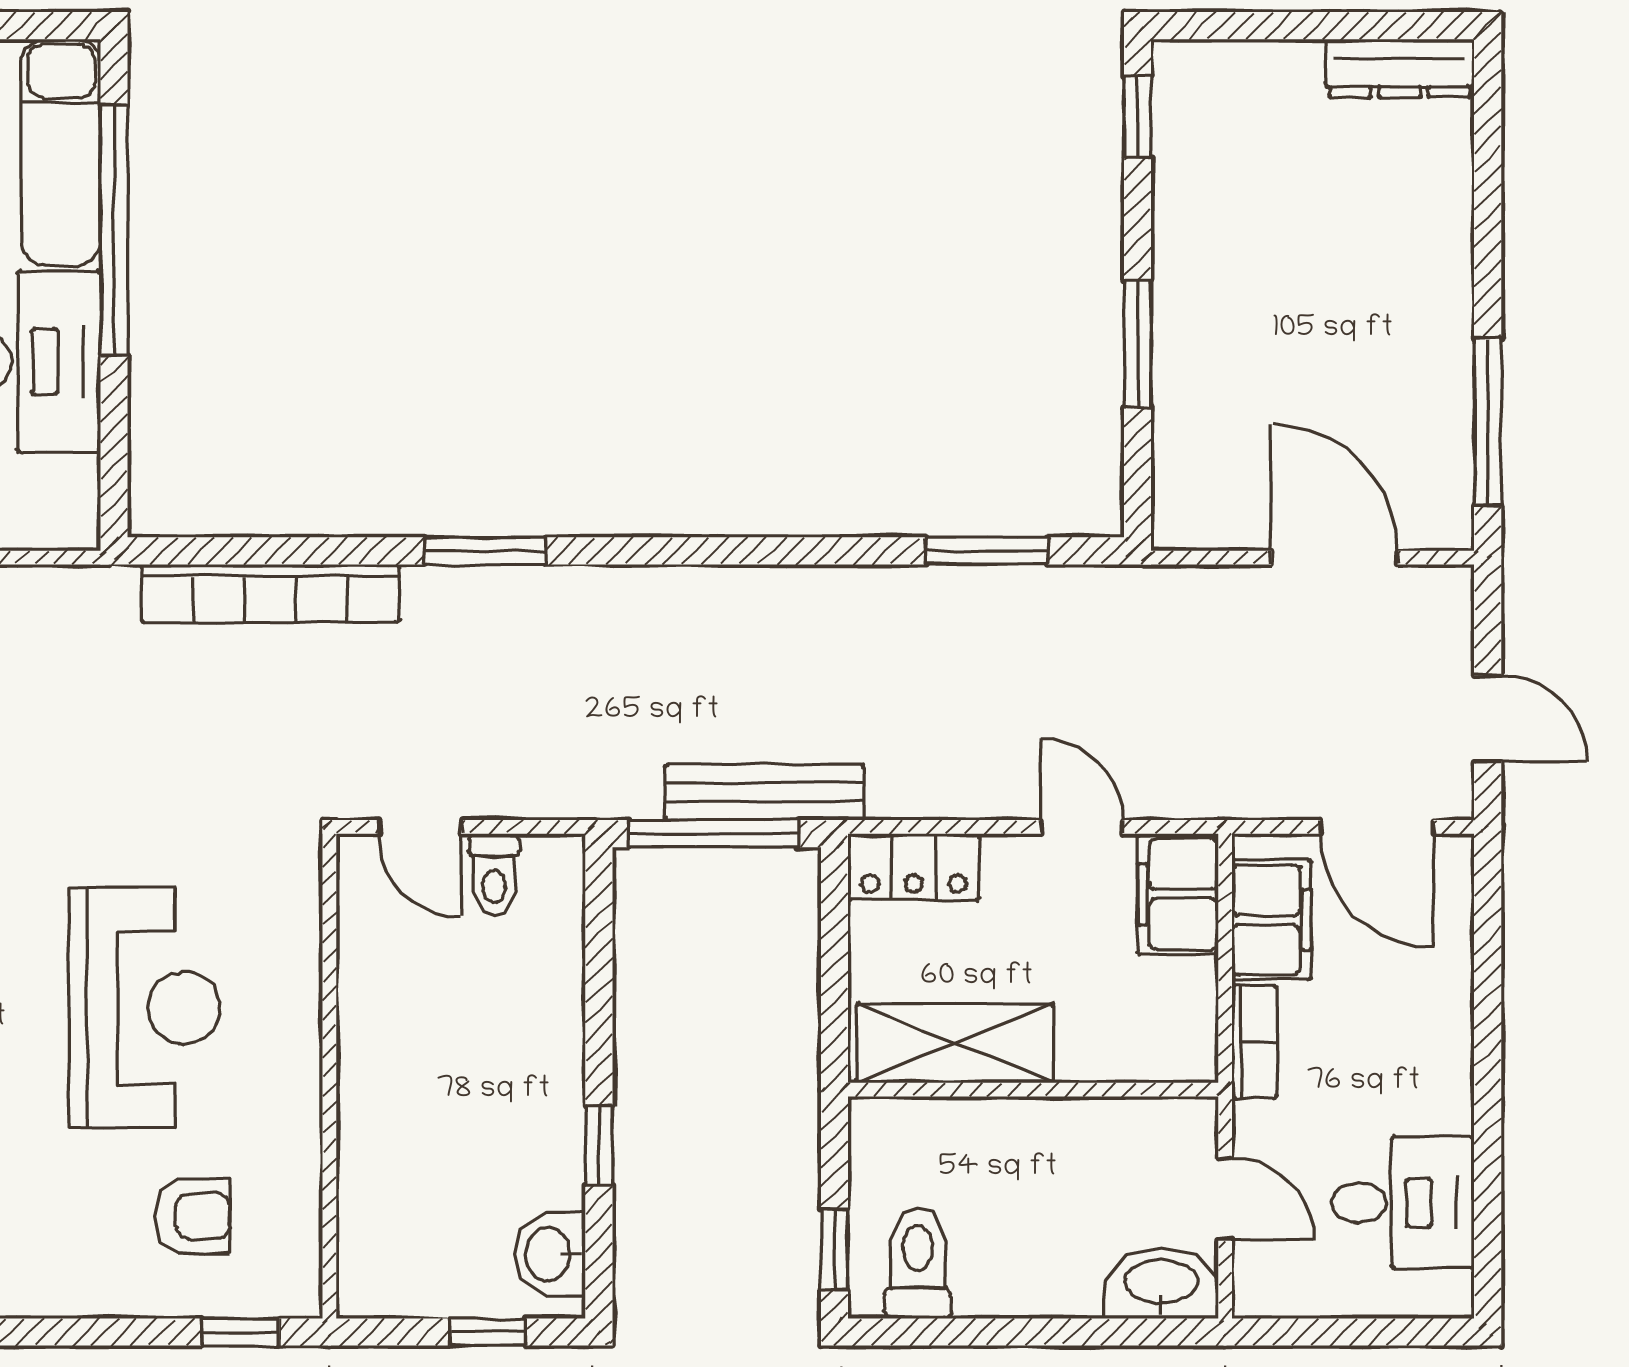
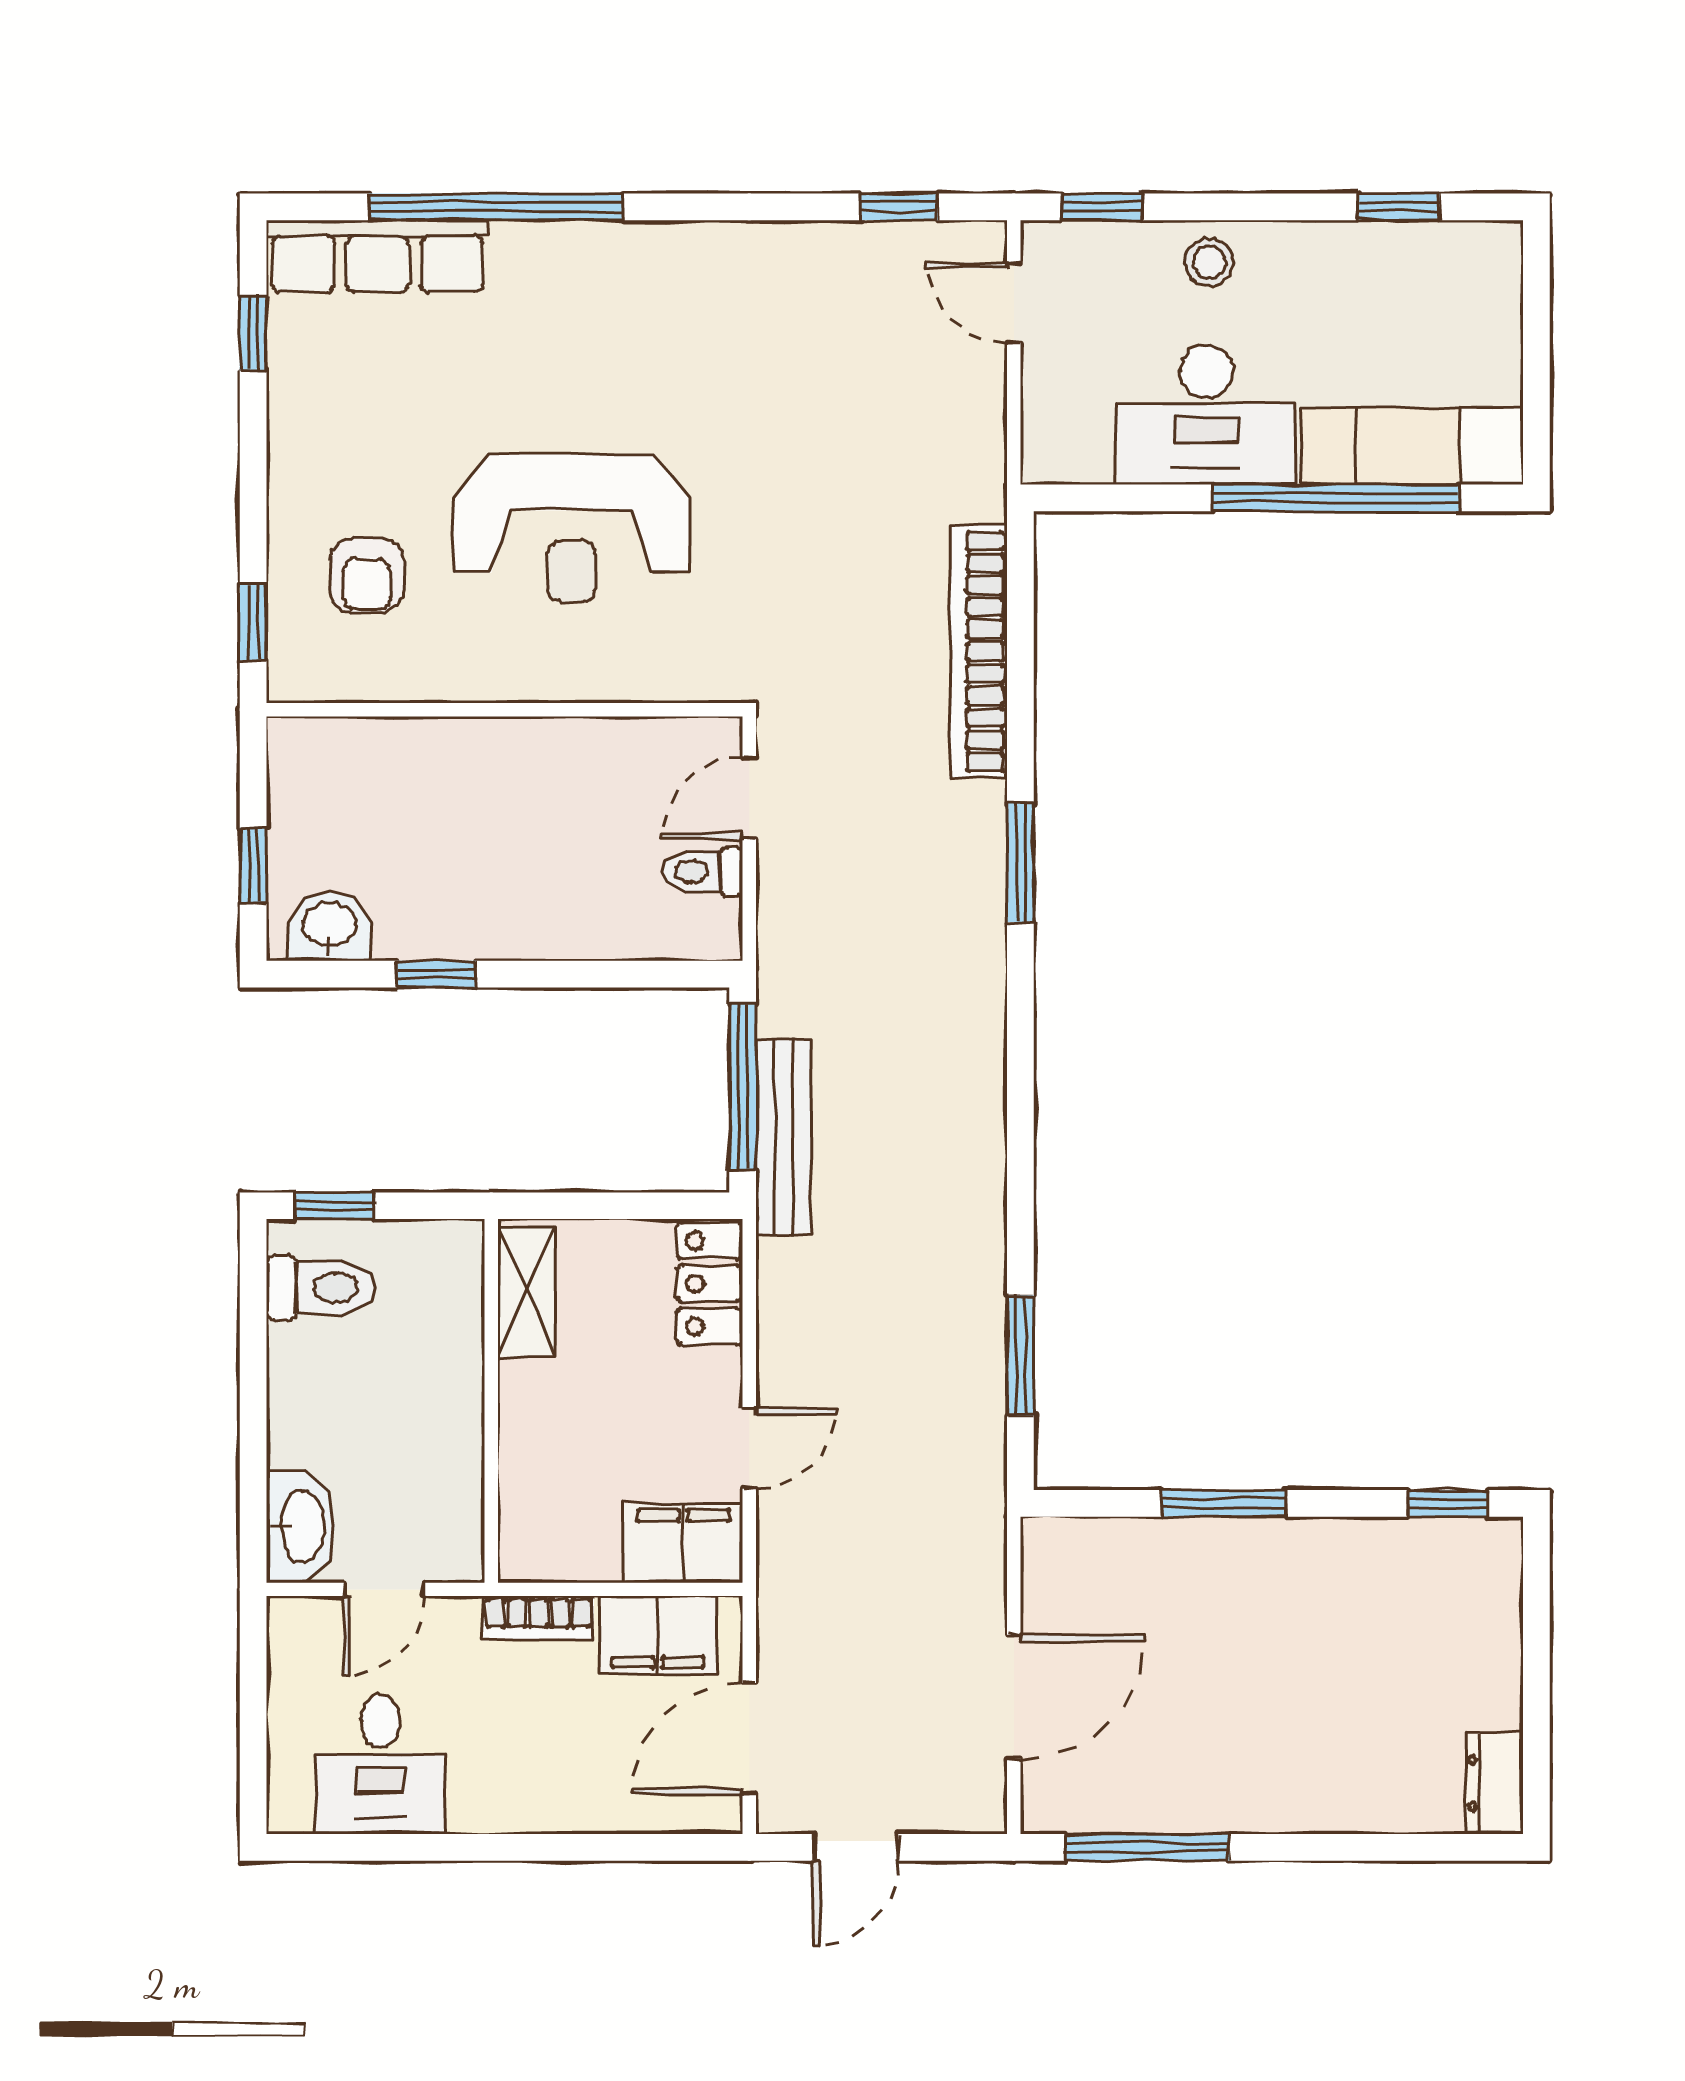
dresser: (1400, 68) -> (1495, 1783), width x0.70
shelving: (955, 1043) -> (527, 1292), width x0.67, depth x0.75

